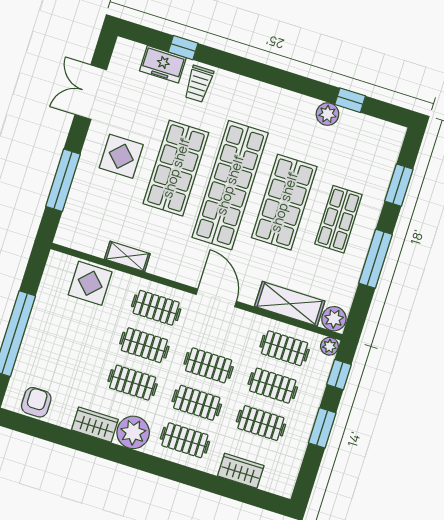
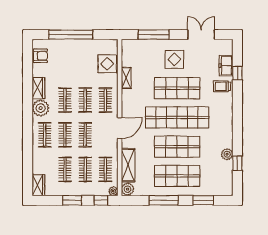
shop shelf: (338, 219) -> (177, 176), width x1.43, depth x1.36
wardrobe: (241, 471) -> (38, 185), moved

